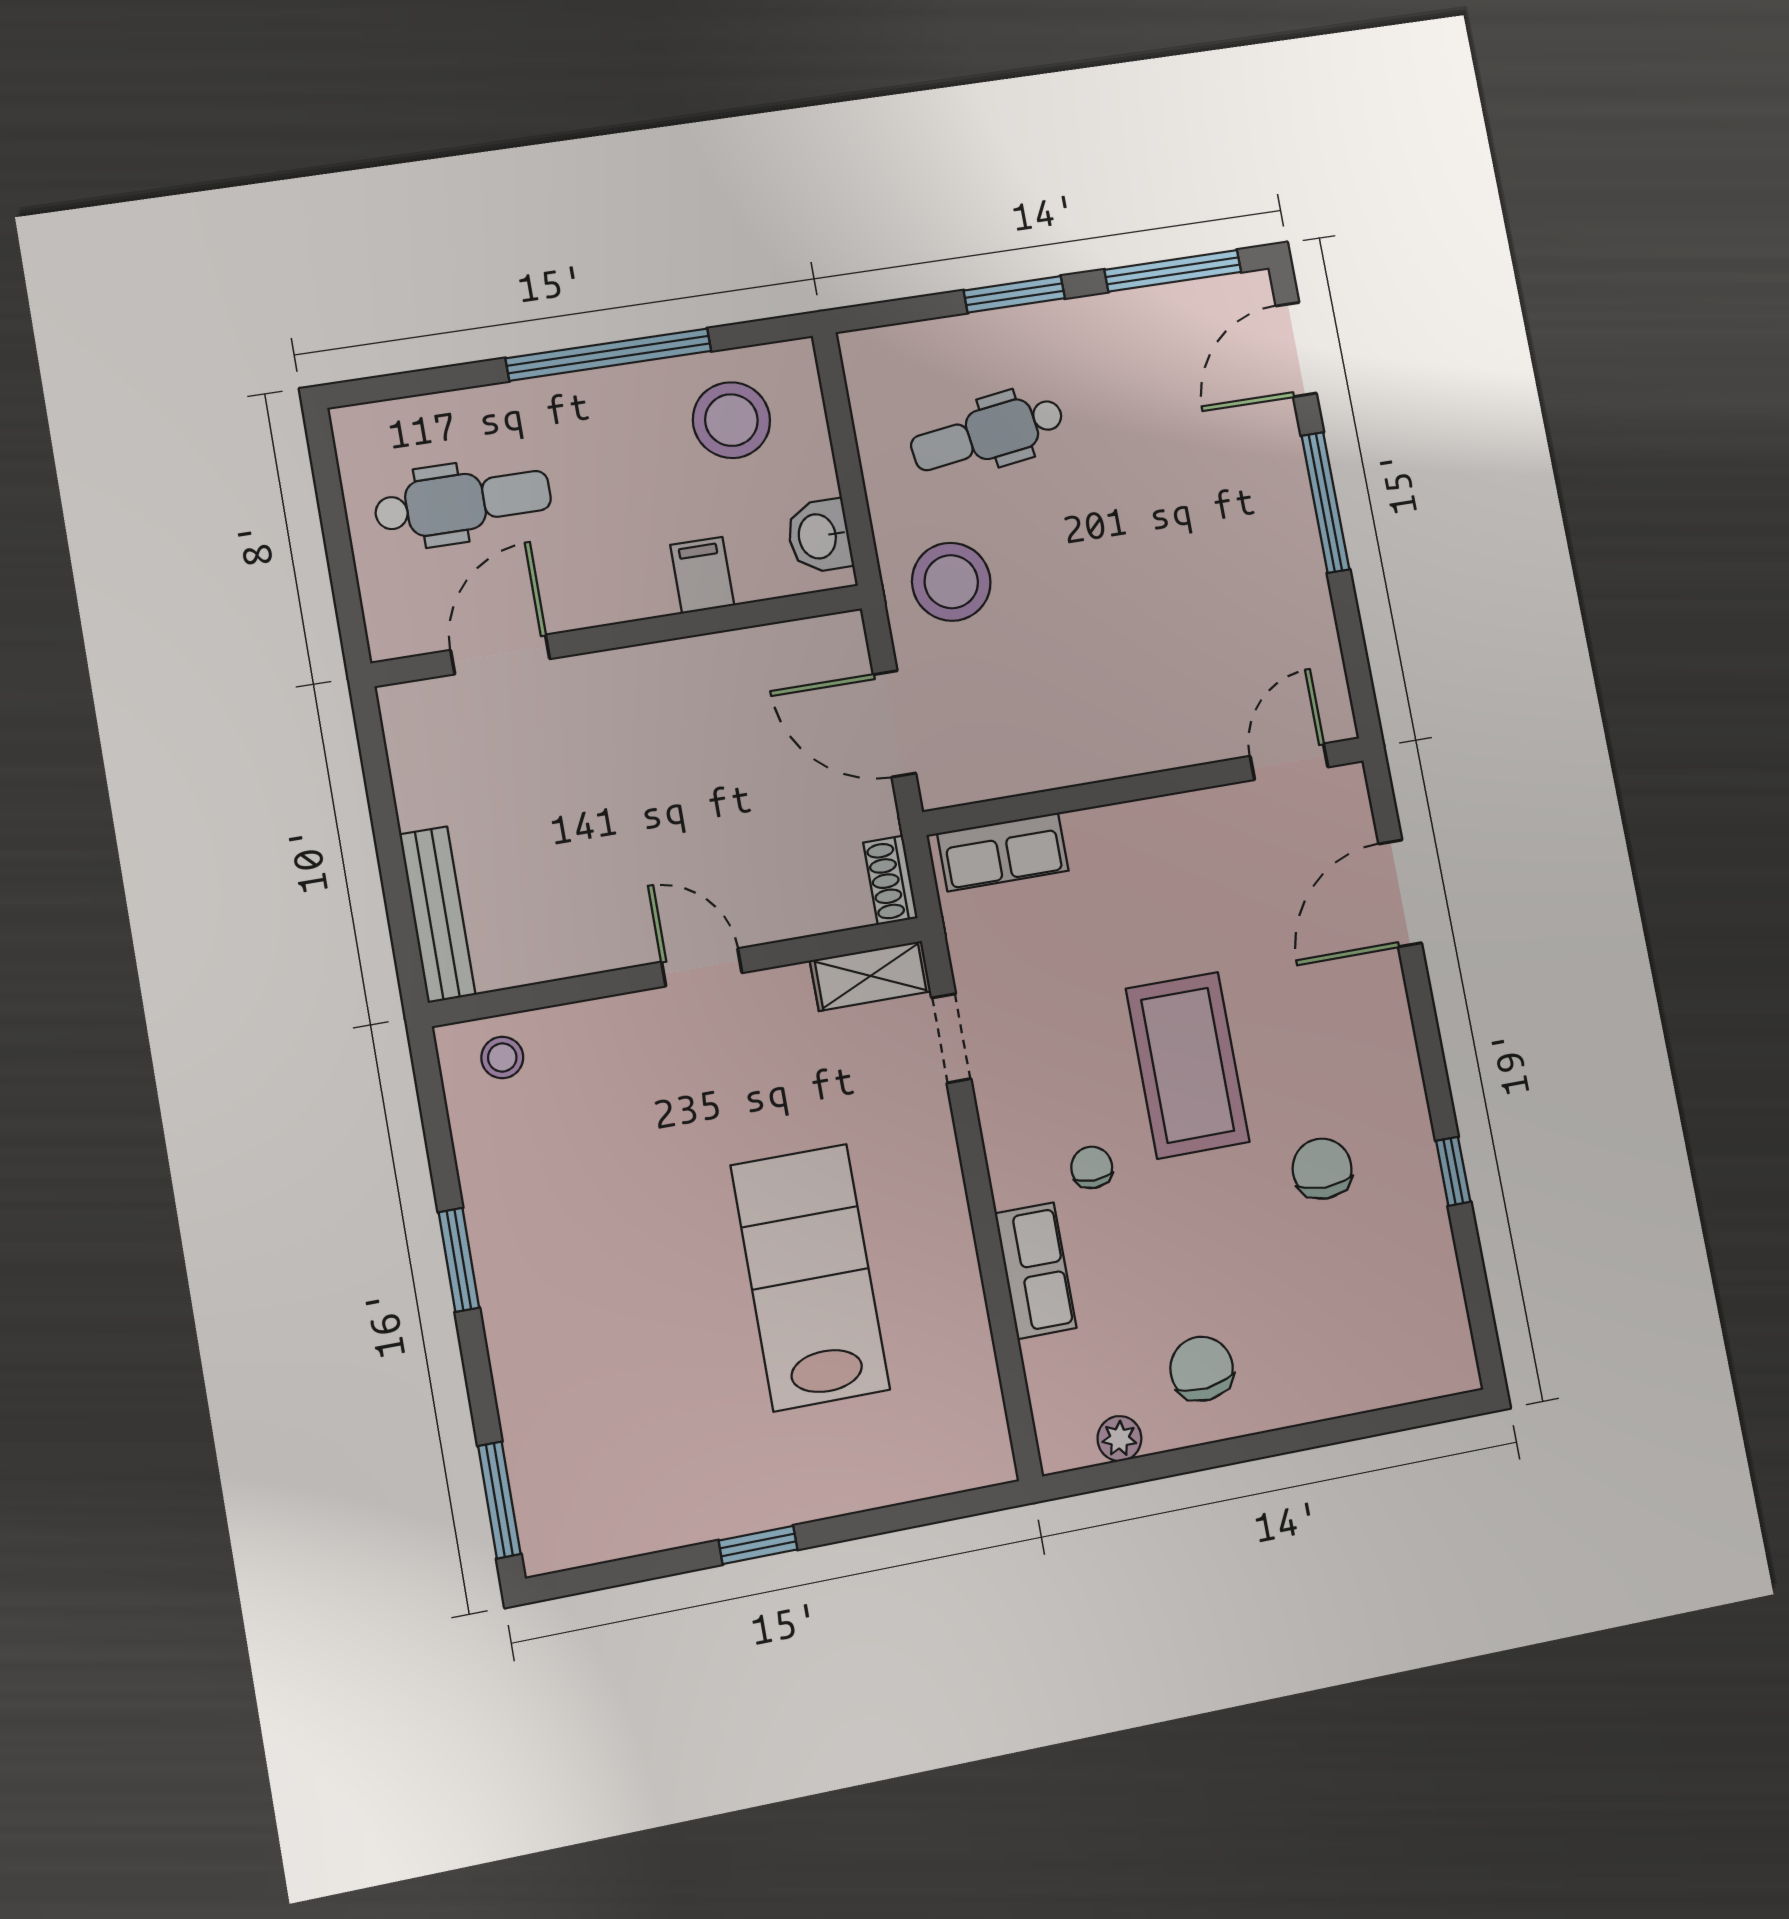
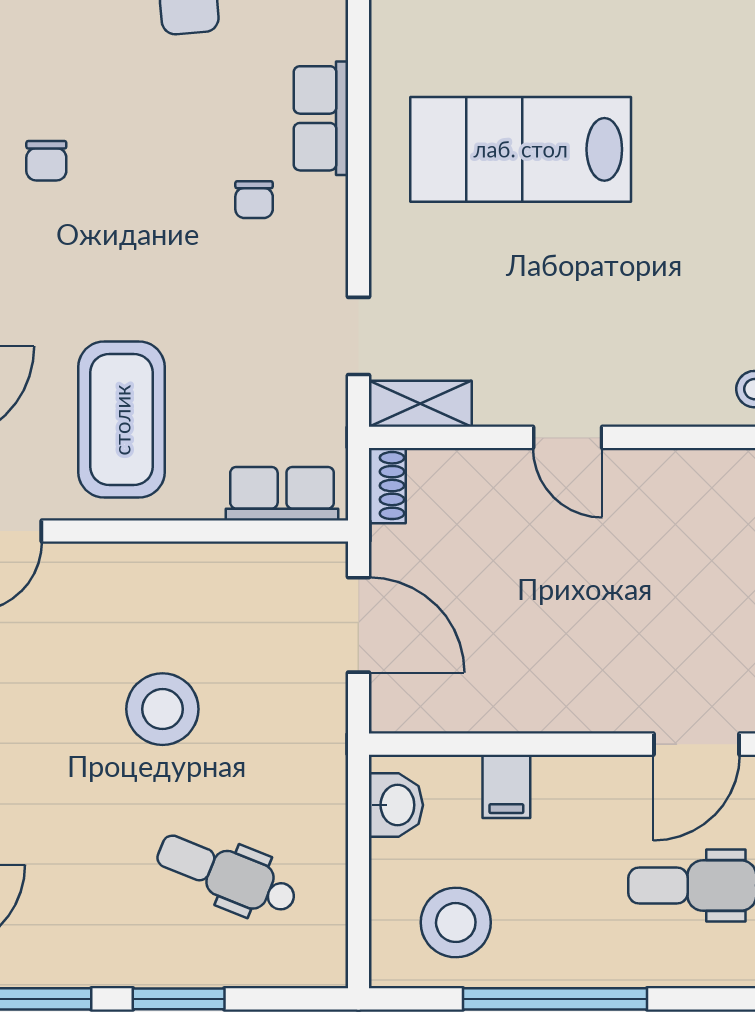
dental chair: (987, 434) -> (227, 874), turned -150
stool: (951, 582) -> (162, 709), moved
coffee table: (1188, 1065) -> (122, 420), moved
chair: (1322, 1169) -> (46, 161), width x0.73, depth x0.73
lab bench: (810, 1277) -> (521, 149), turned 90

